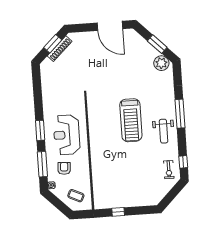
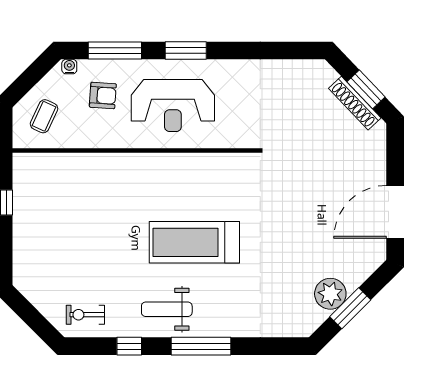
plant: (161, 63) -> (330, 294), moved
reception desk: (67, 135) -> (173, 106), turned 180
window: (183, 162) -> (129, 346), moved

